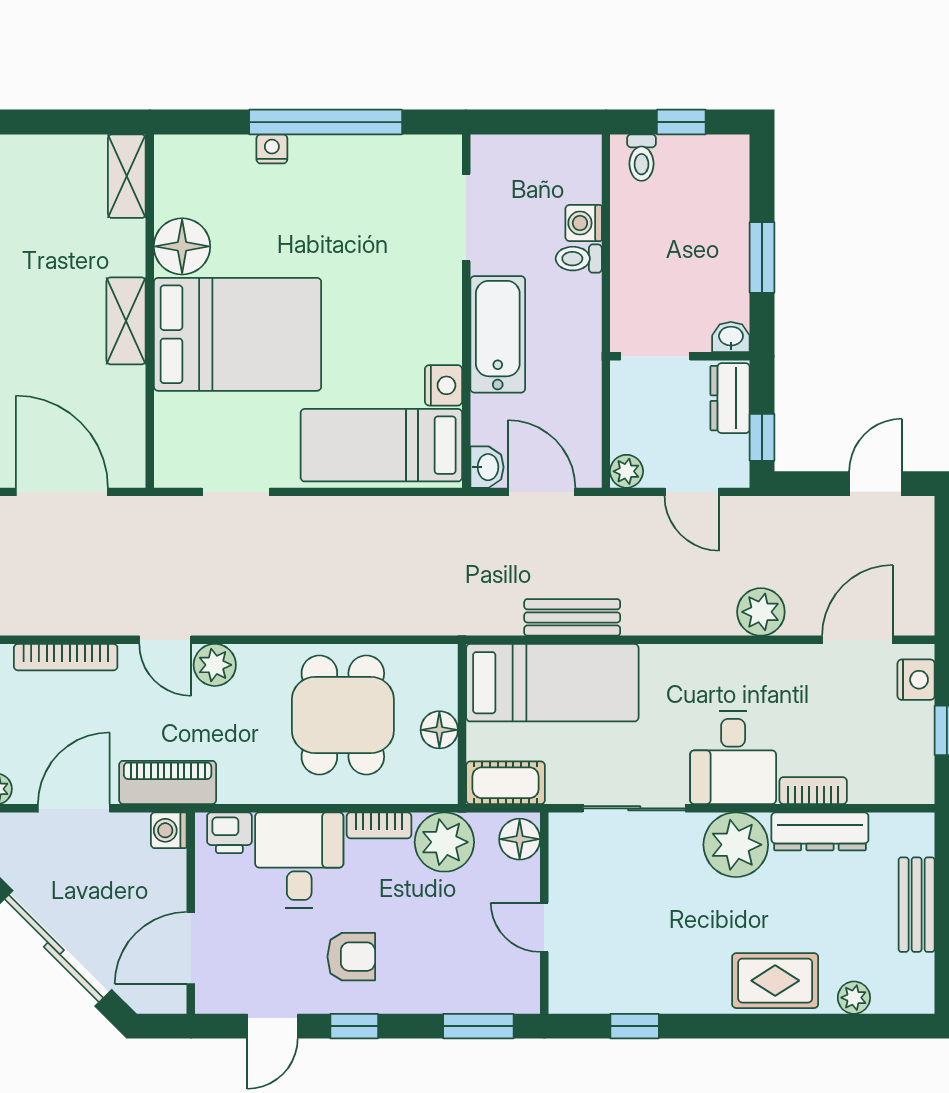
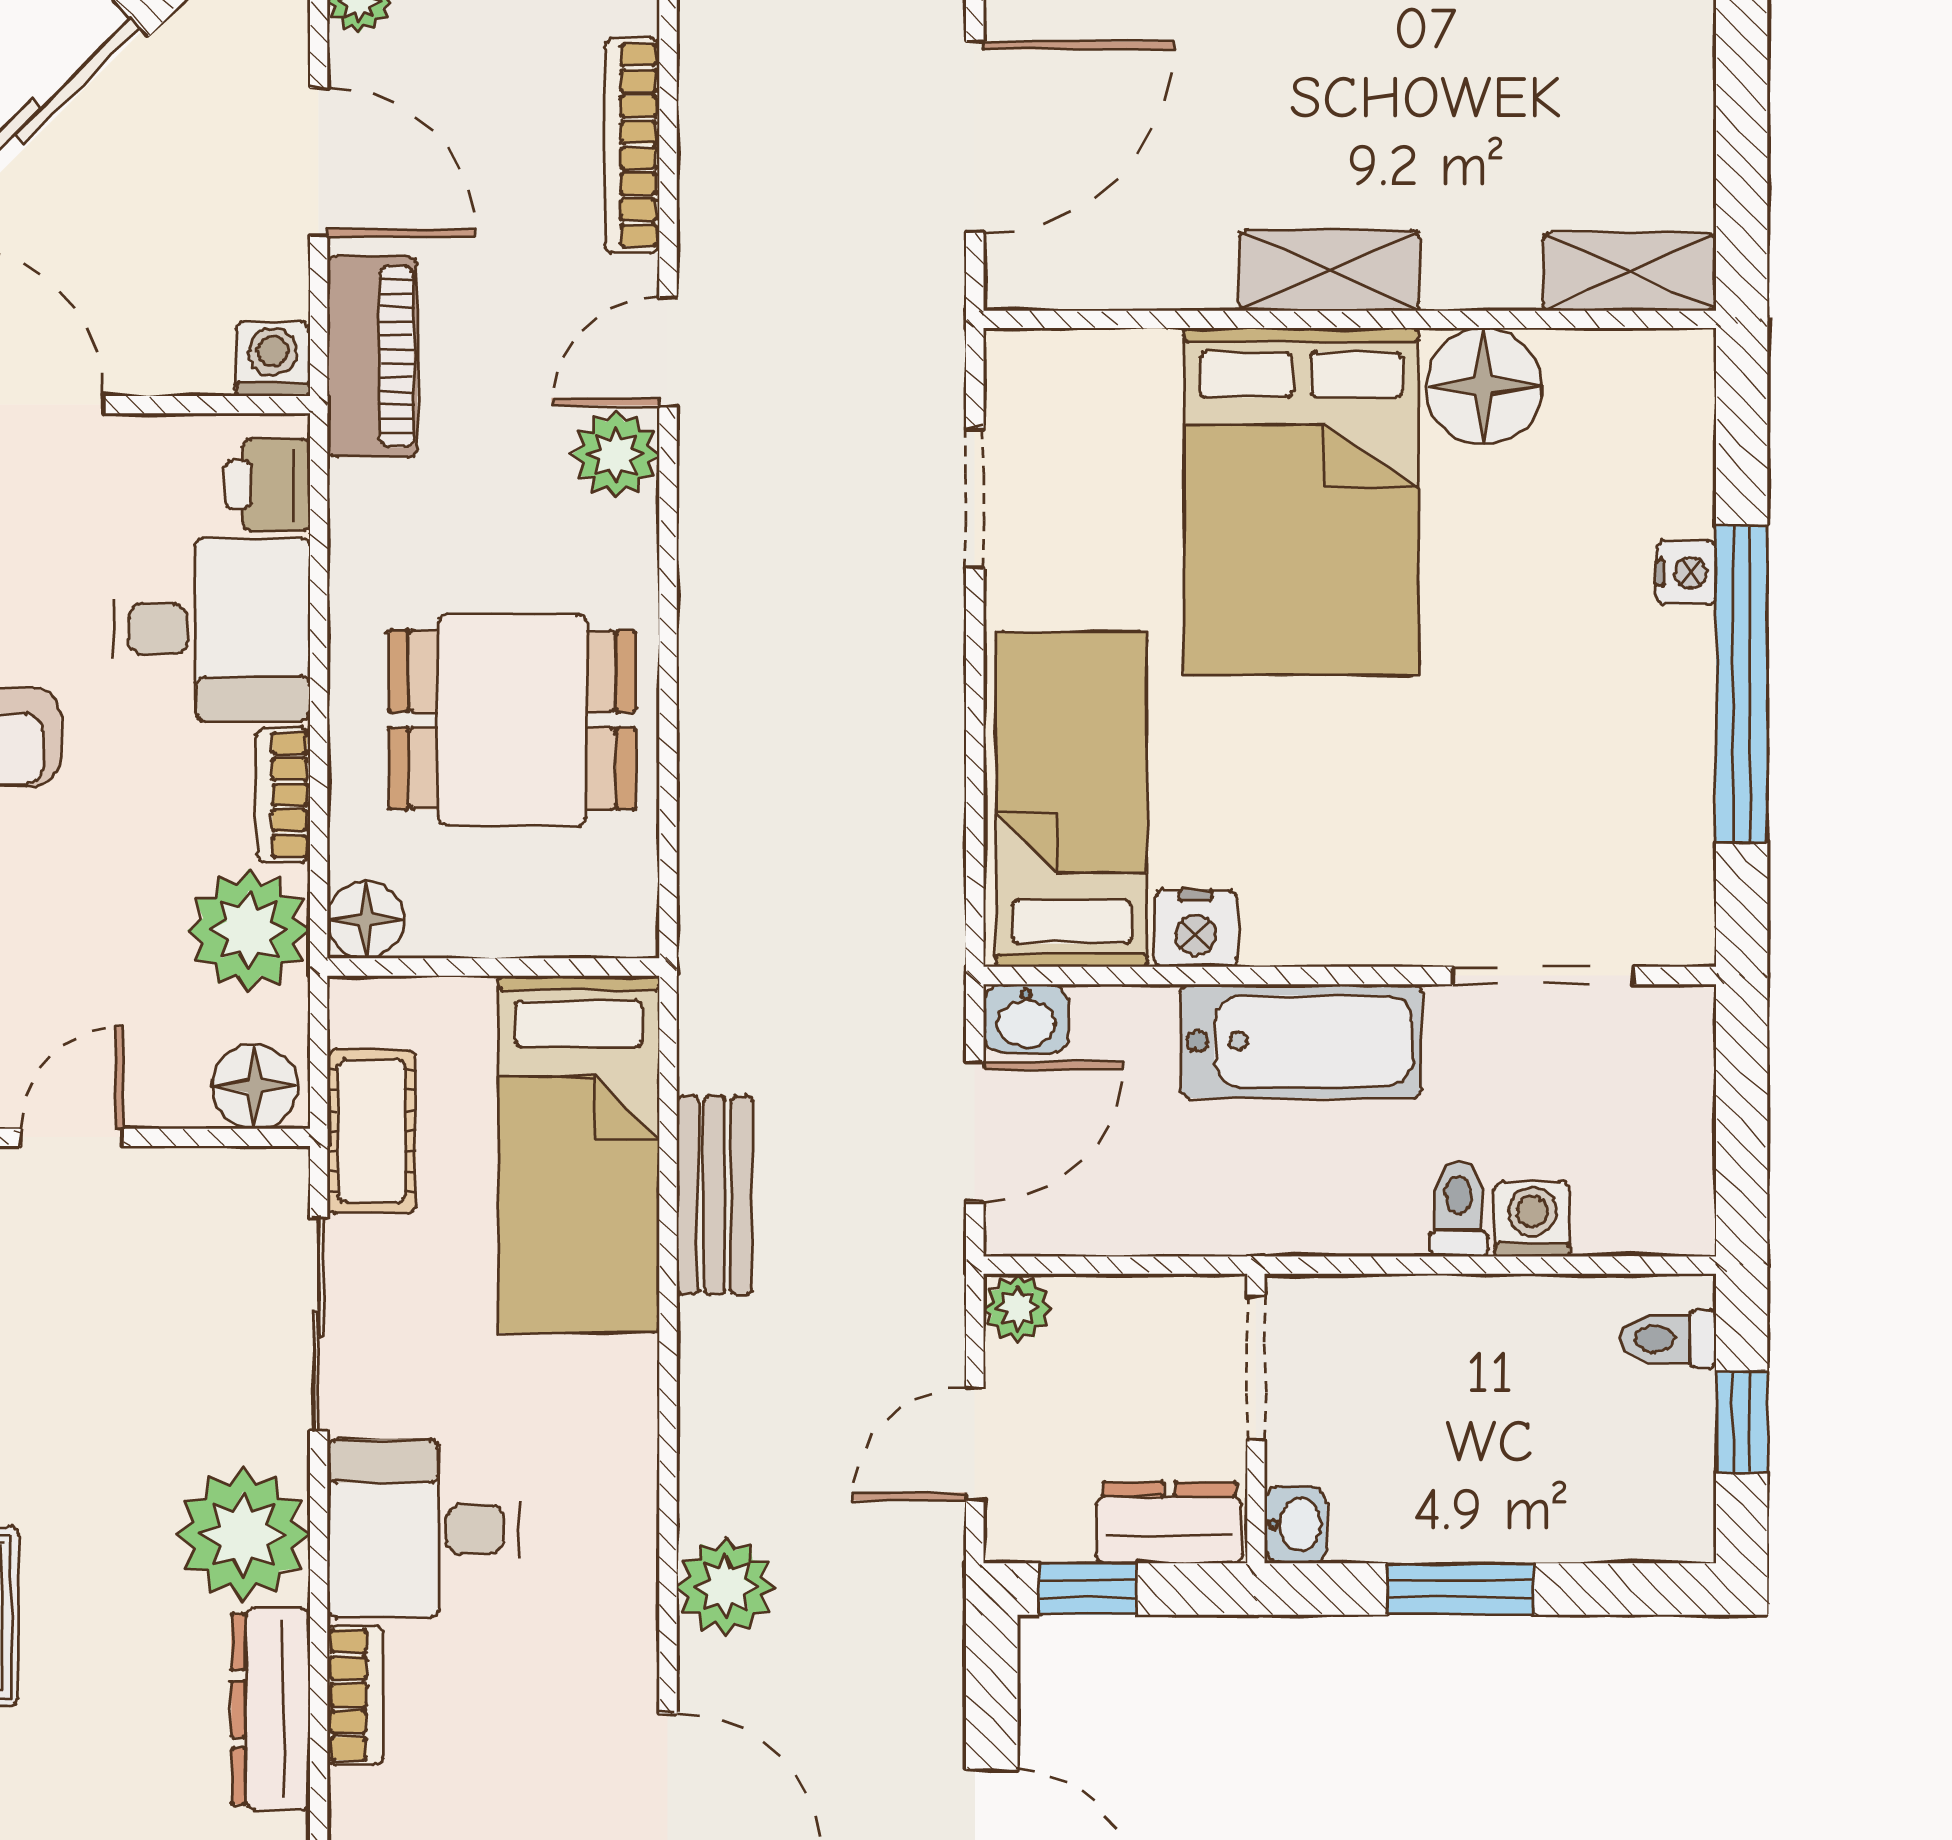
floor lamp: (439, 730) -> (366, 920), moved
cot: (506, 783) -> (372, 1131), moved

